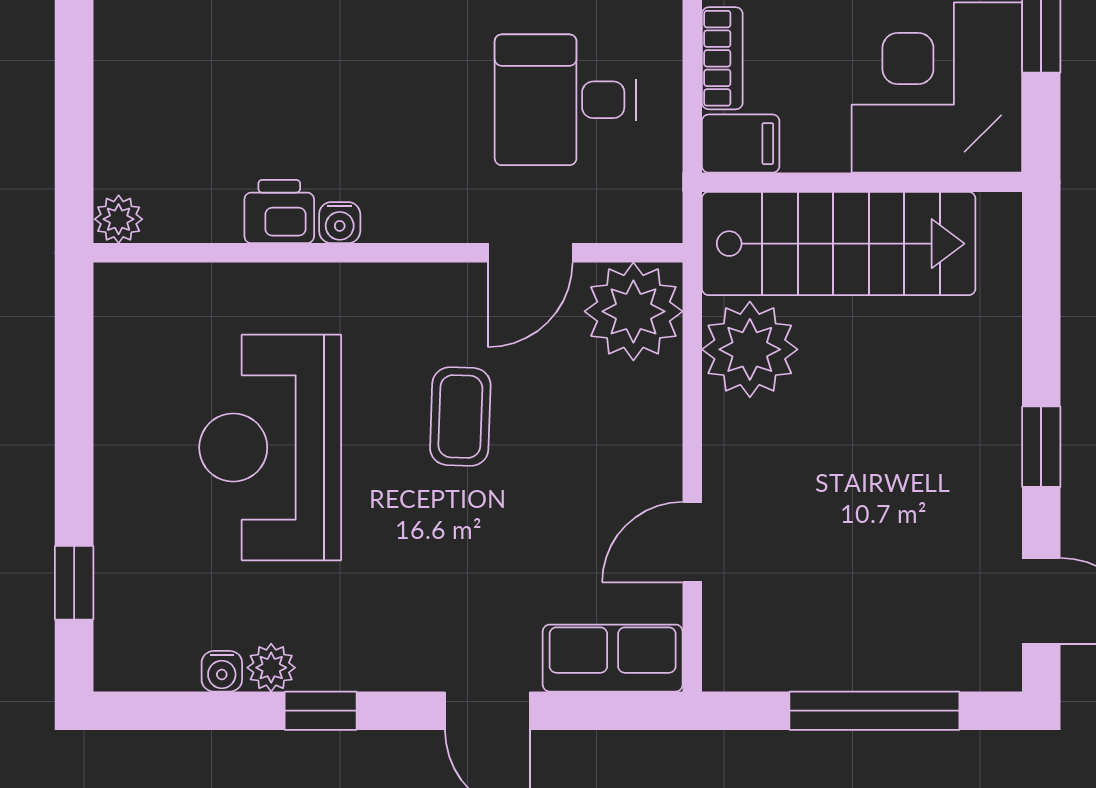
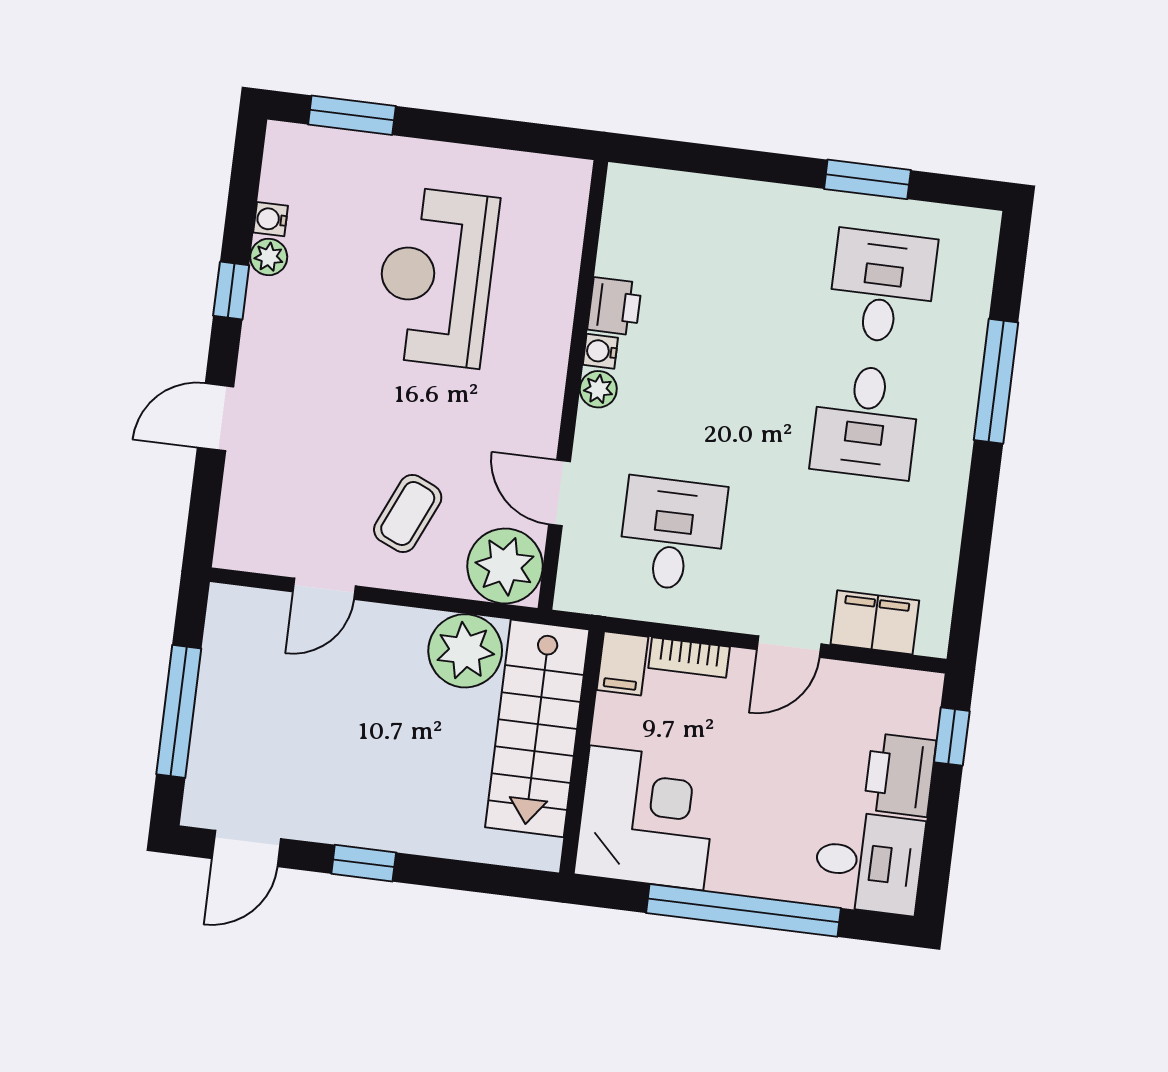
plant: (119, 219) -> (598, 389), moved
coffee table: (460, 416) -> (408, 514), moved, turned -68
reception desk: (270, 448) -> (436, 277), turned -90
door: (692, 542) -> (324, 589), swing flipped
window: (74, 583) -> (352, 115), width x1.50
row of seats: (613, 658) -> (244, 517), removed

